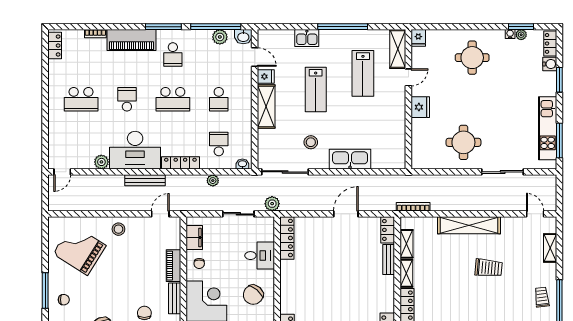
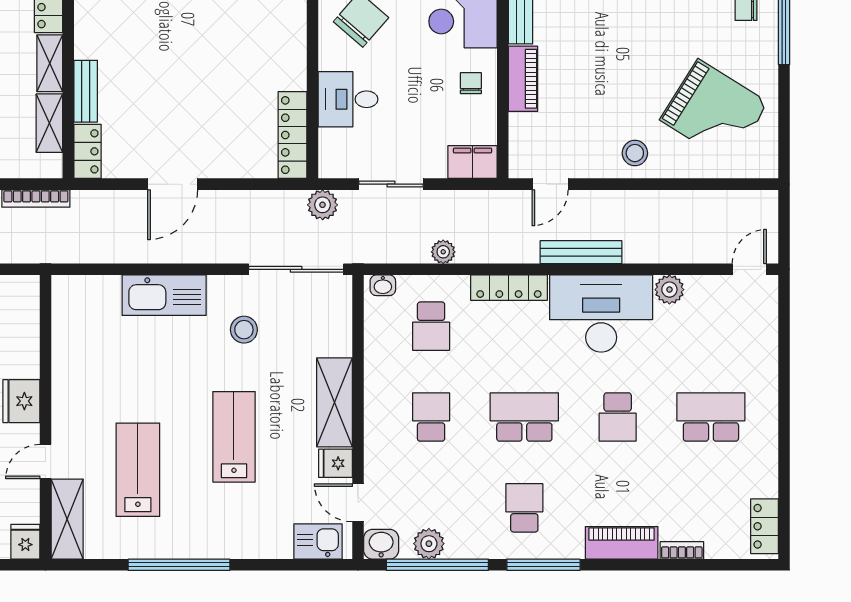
kitchen sink: (307, 38) -> (318, 541), moved
piano: (132, 40) -> (622, 543), width x0.73, depth x0.75
filing cabinet: (194, 238) -> (473, 162), moved, turned 90

